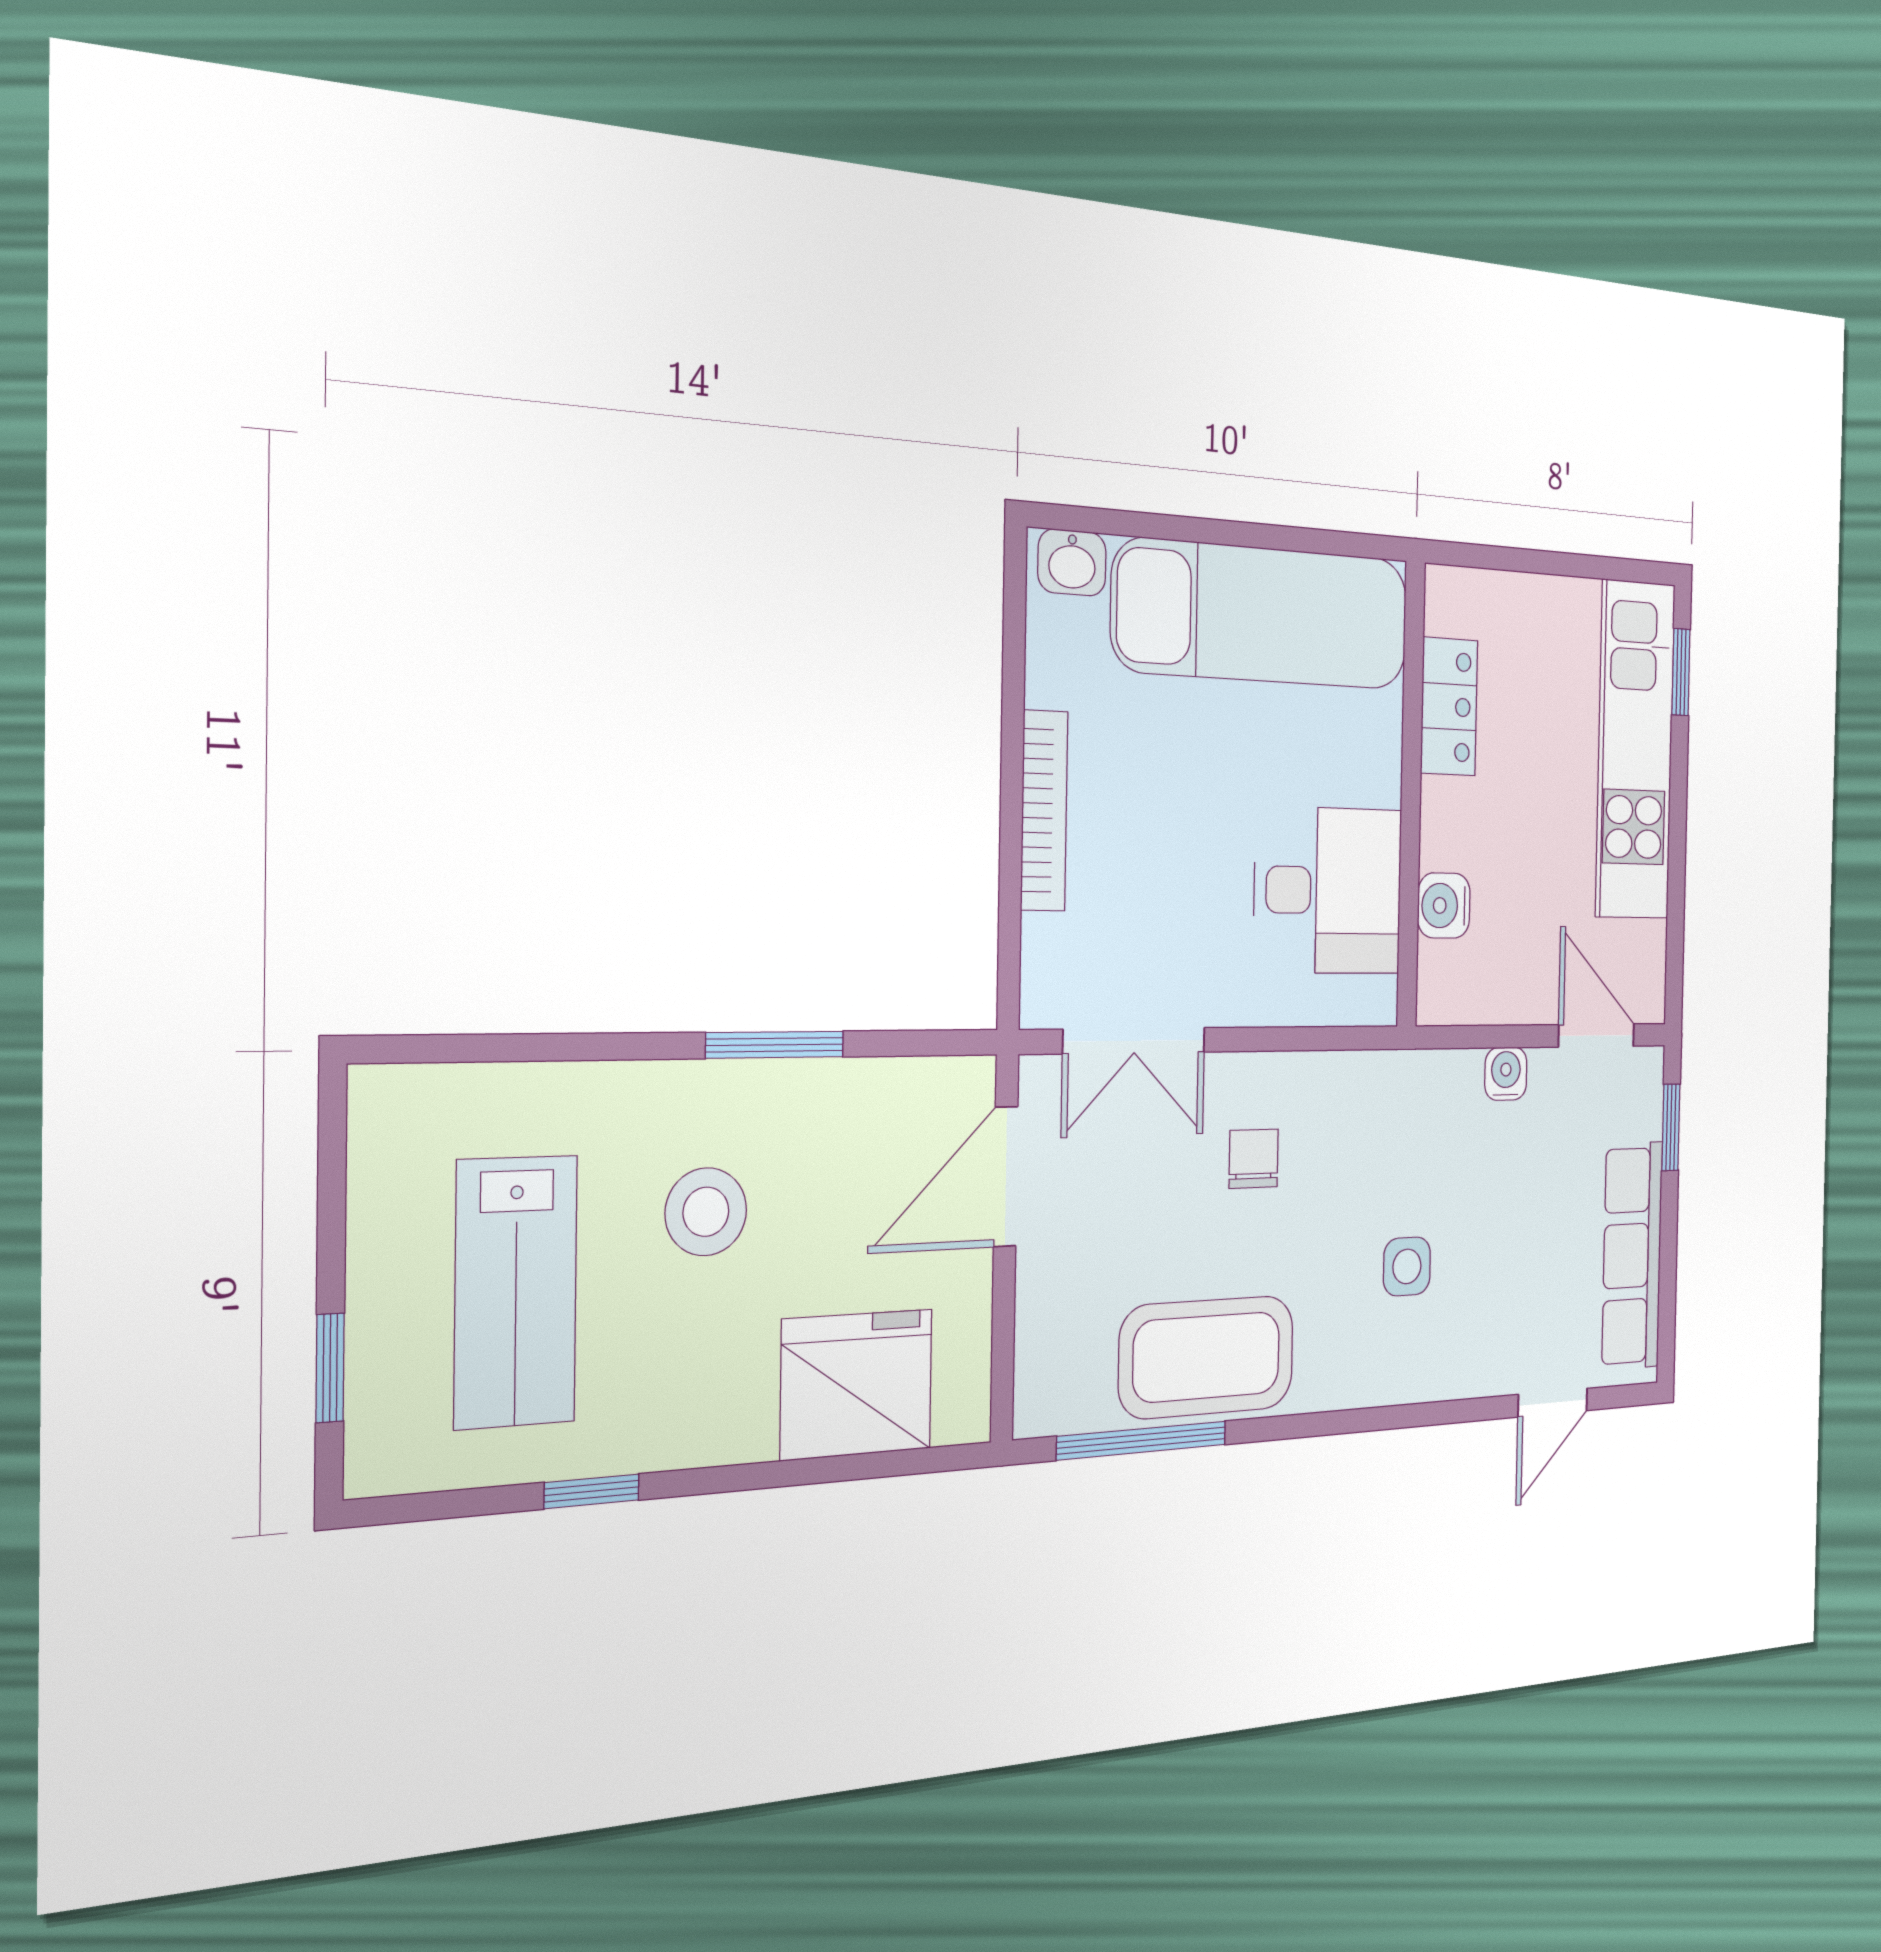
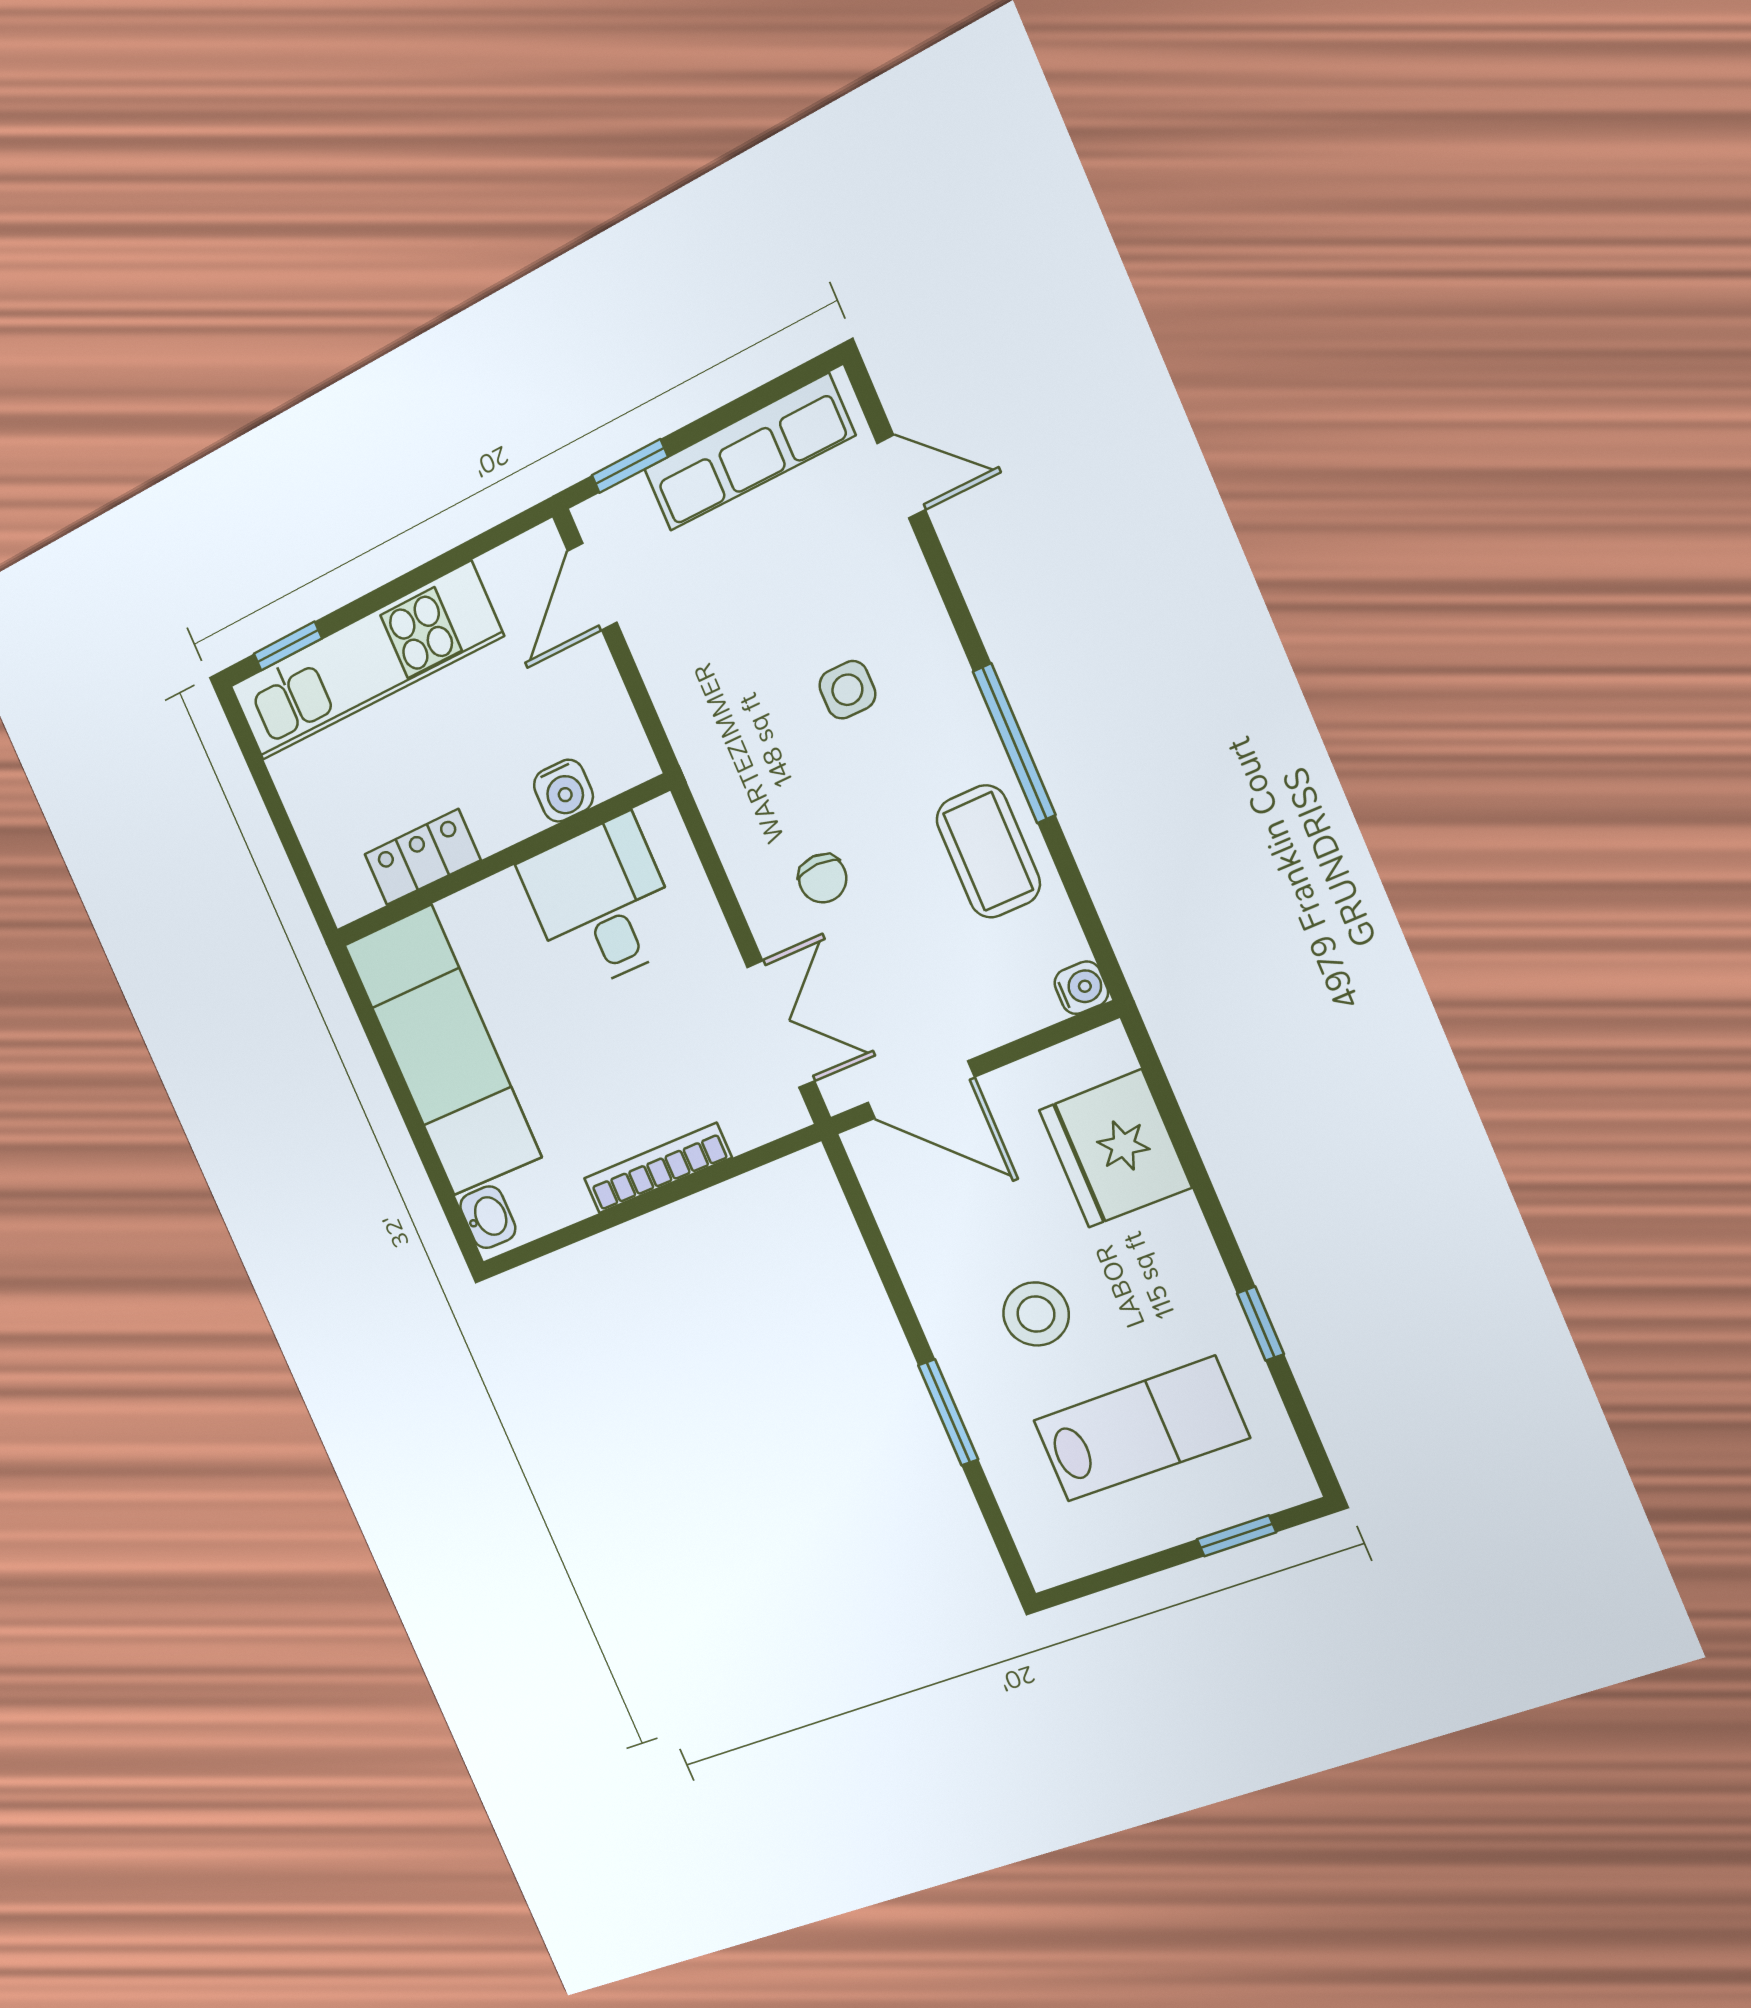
window: (775, 1045) -> (948, 1412), moved
water cooler: (1506, 1074) -> (1081, 988), moved, turned 180
chair: (1254, 1159) -> (823, 878), turned -90
coffee table: (1207, 1357) -> (988, 852), width x0.73, depth x0.76
window: (1142, 1440) -> (1014, 743), moved

